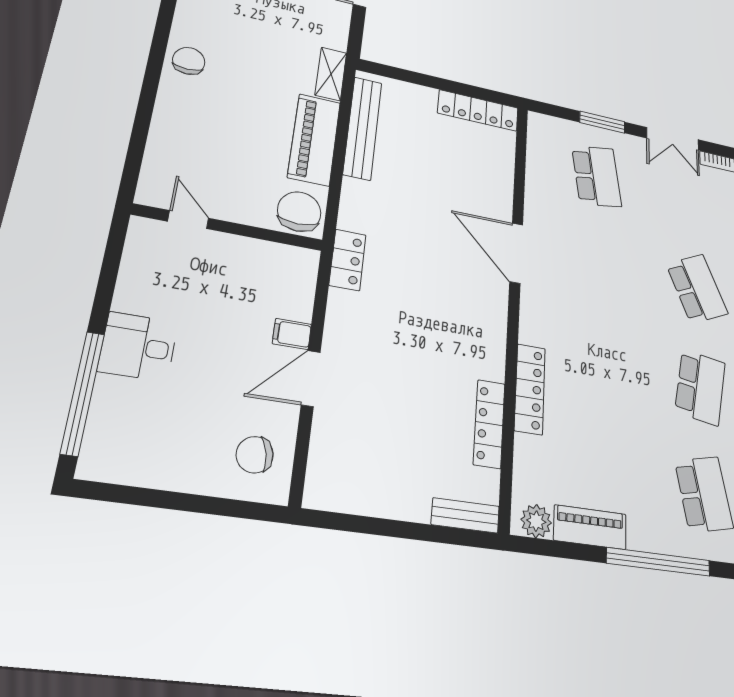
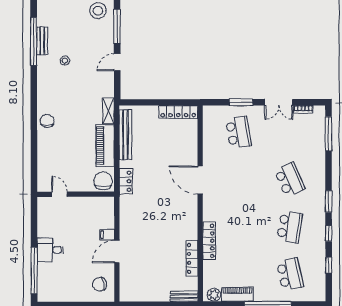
locker: (348, 260) -> (126, 181), moved

